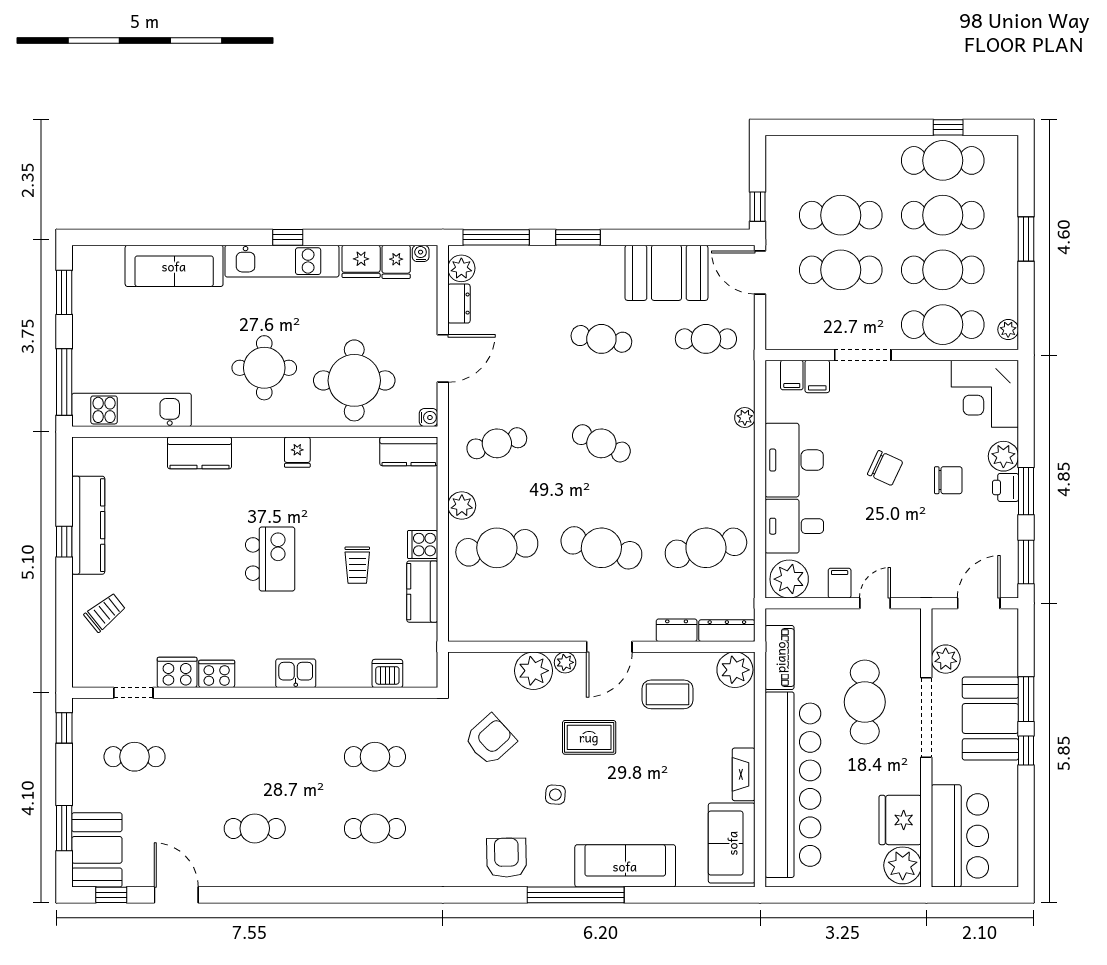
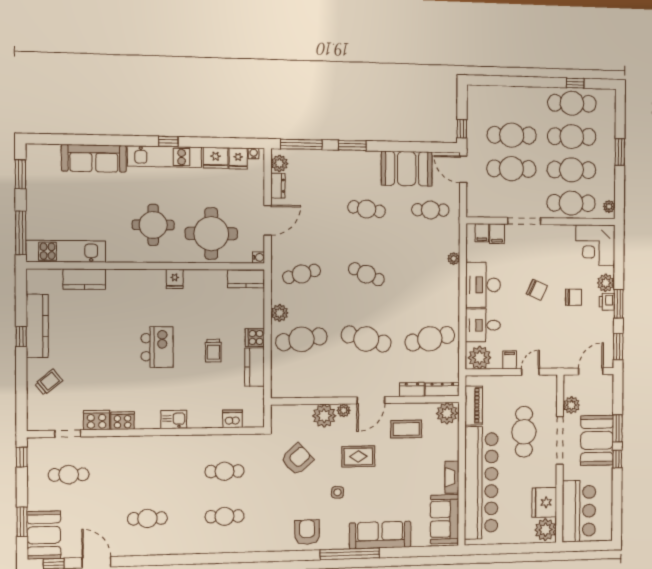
kitchen counter: (199, 453) -> (84, 279), moved

